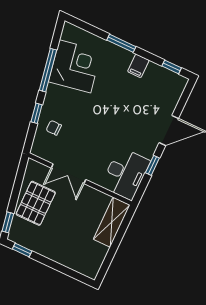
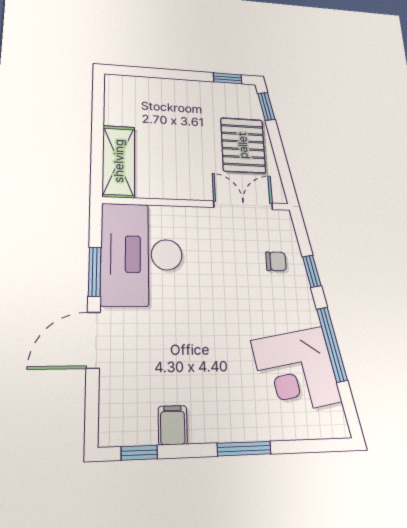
filing cabinet: (138, 66) -> (173, 425), moved
window: (152, 165) -> (95, 272), width x1.50
double door: (68, 174) -> (243, 205), moved
desk: (125, 174) -> (142, 254), width x1.36, depth x1.30

